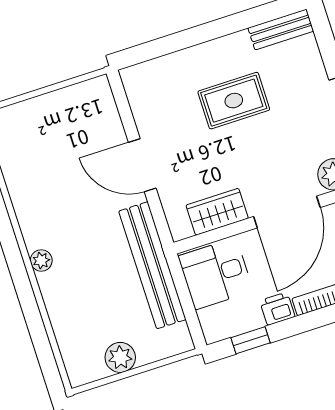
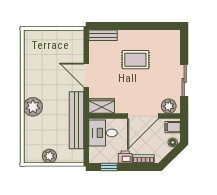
bench: (281, 30) -> (103, 35), moved
wardrobe: (217, 212) -> (102, 106), moved
plant: (41, 260) -> (33, 107), width x1.87, depth x1.87

